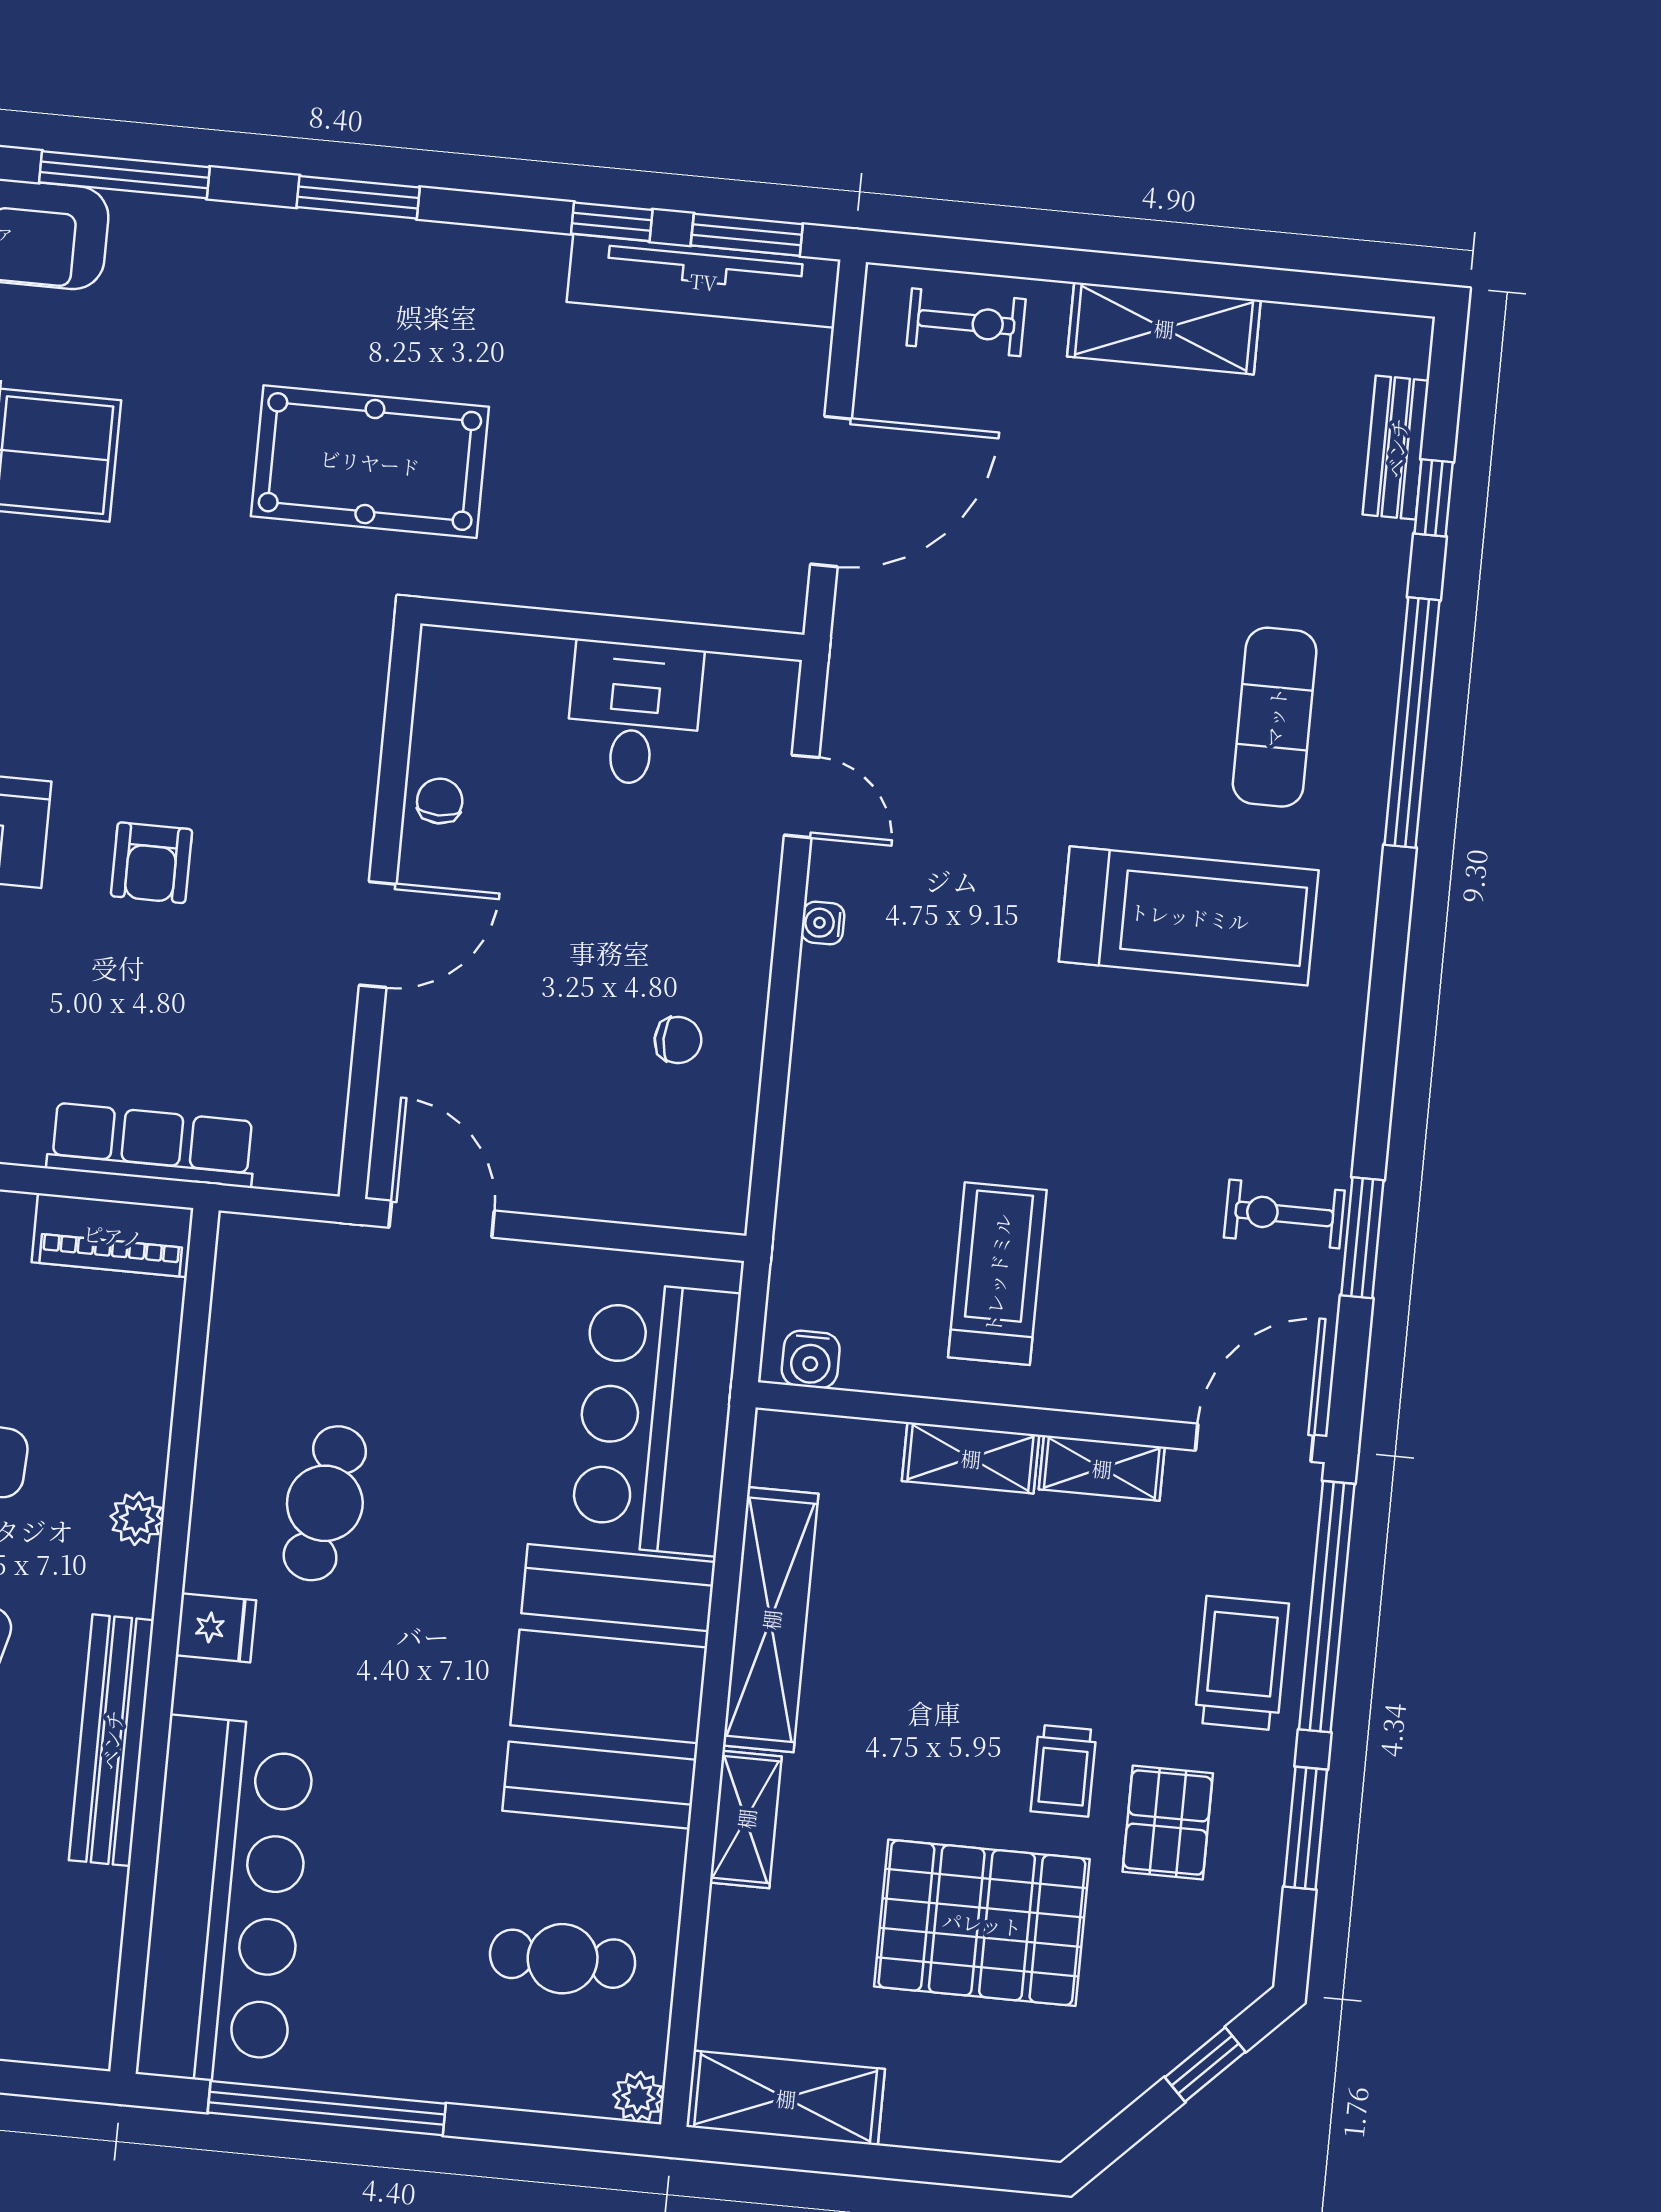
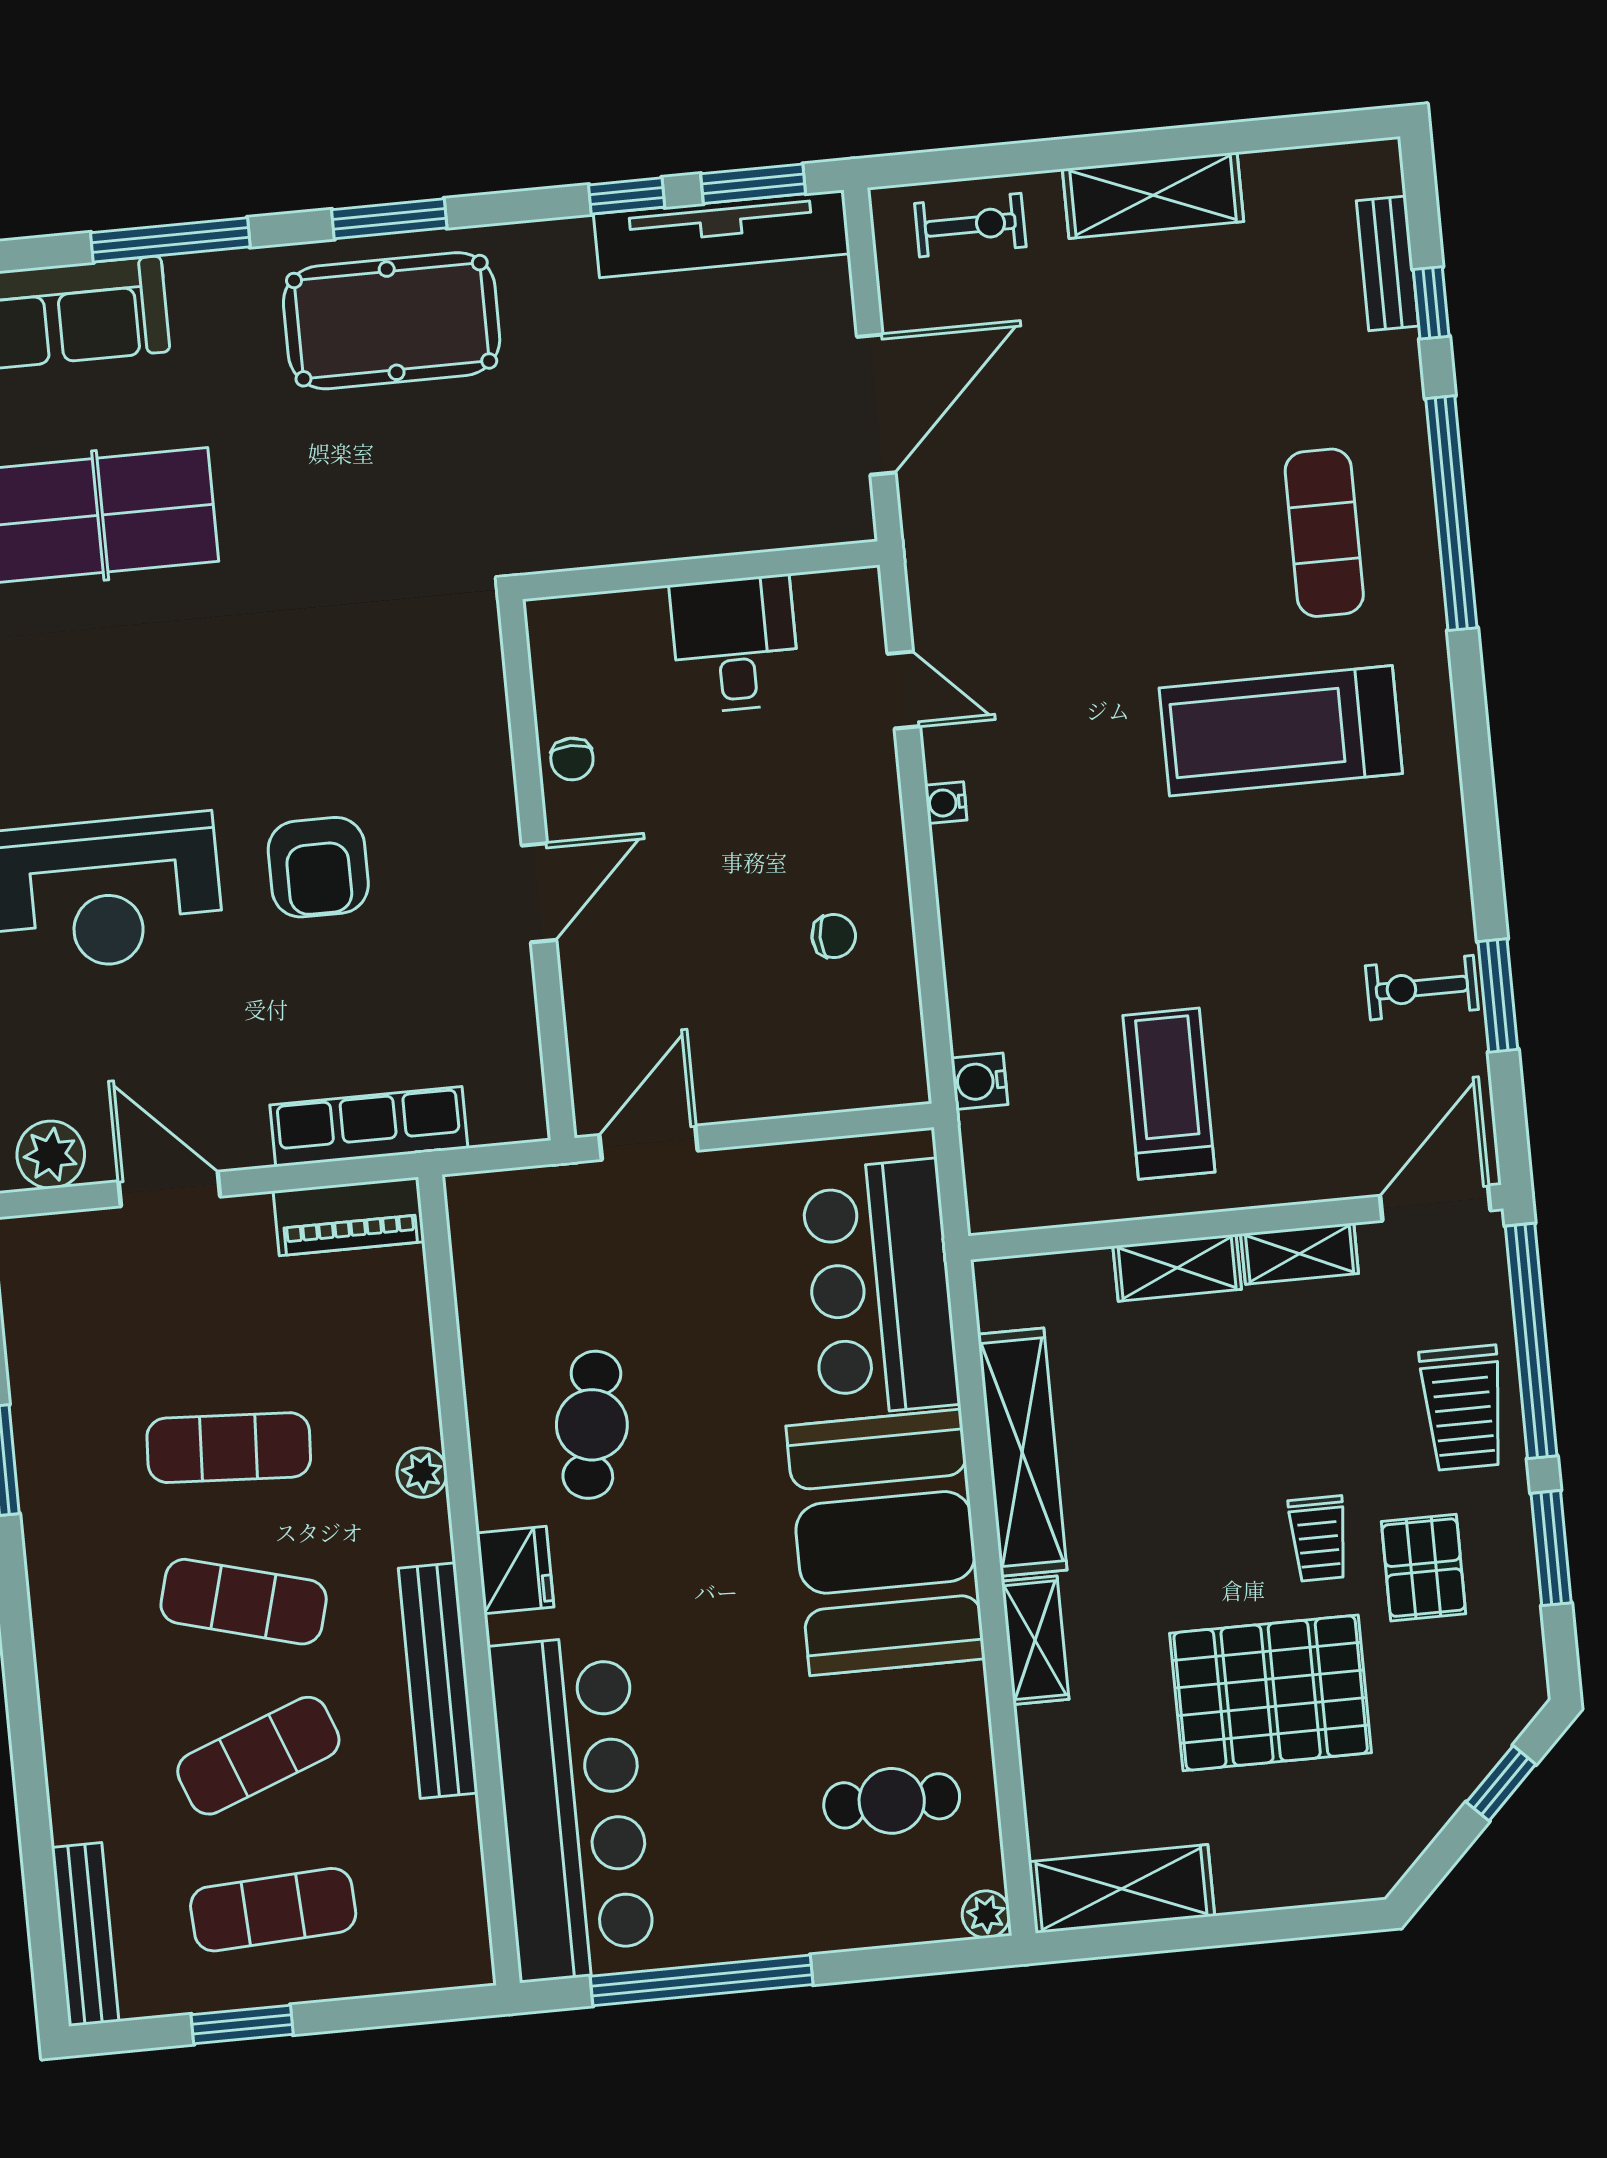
pool table: (370, 462) -> (392, 321), moved
chair: (440, 801) -> (572, 759), turned 180
armchair: (151, 863) -> (318, 867), width x1.38, depth x1.38
treadmill: (1189, 916) -> (1281, 731), turned 180
door: (442, 1219) -> (649, 1143), hinge flipped
water cooler: (811, 1359) -> (979, 1081), moved, turned 90
fridge: (216, 1628) -> (515, 1570), width x1.38
trolley: (1242, 1663) -> (1463, 1408), turned 180

